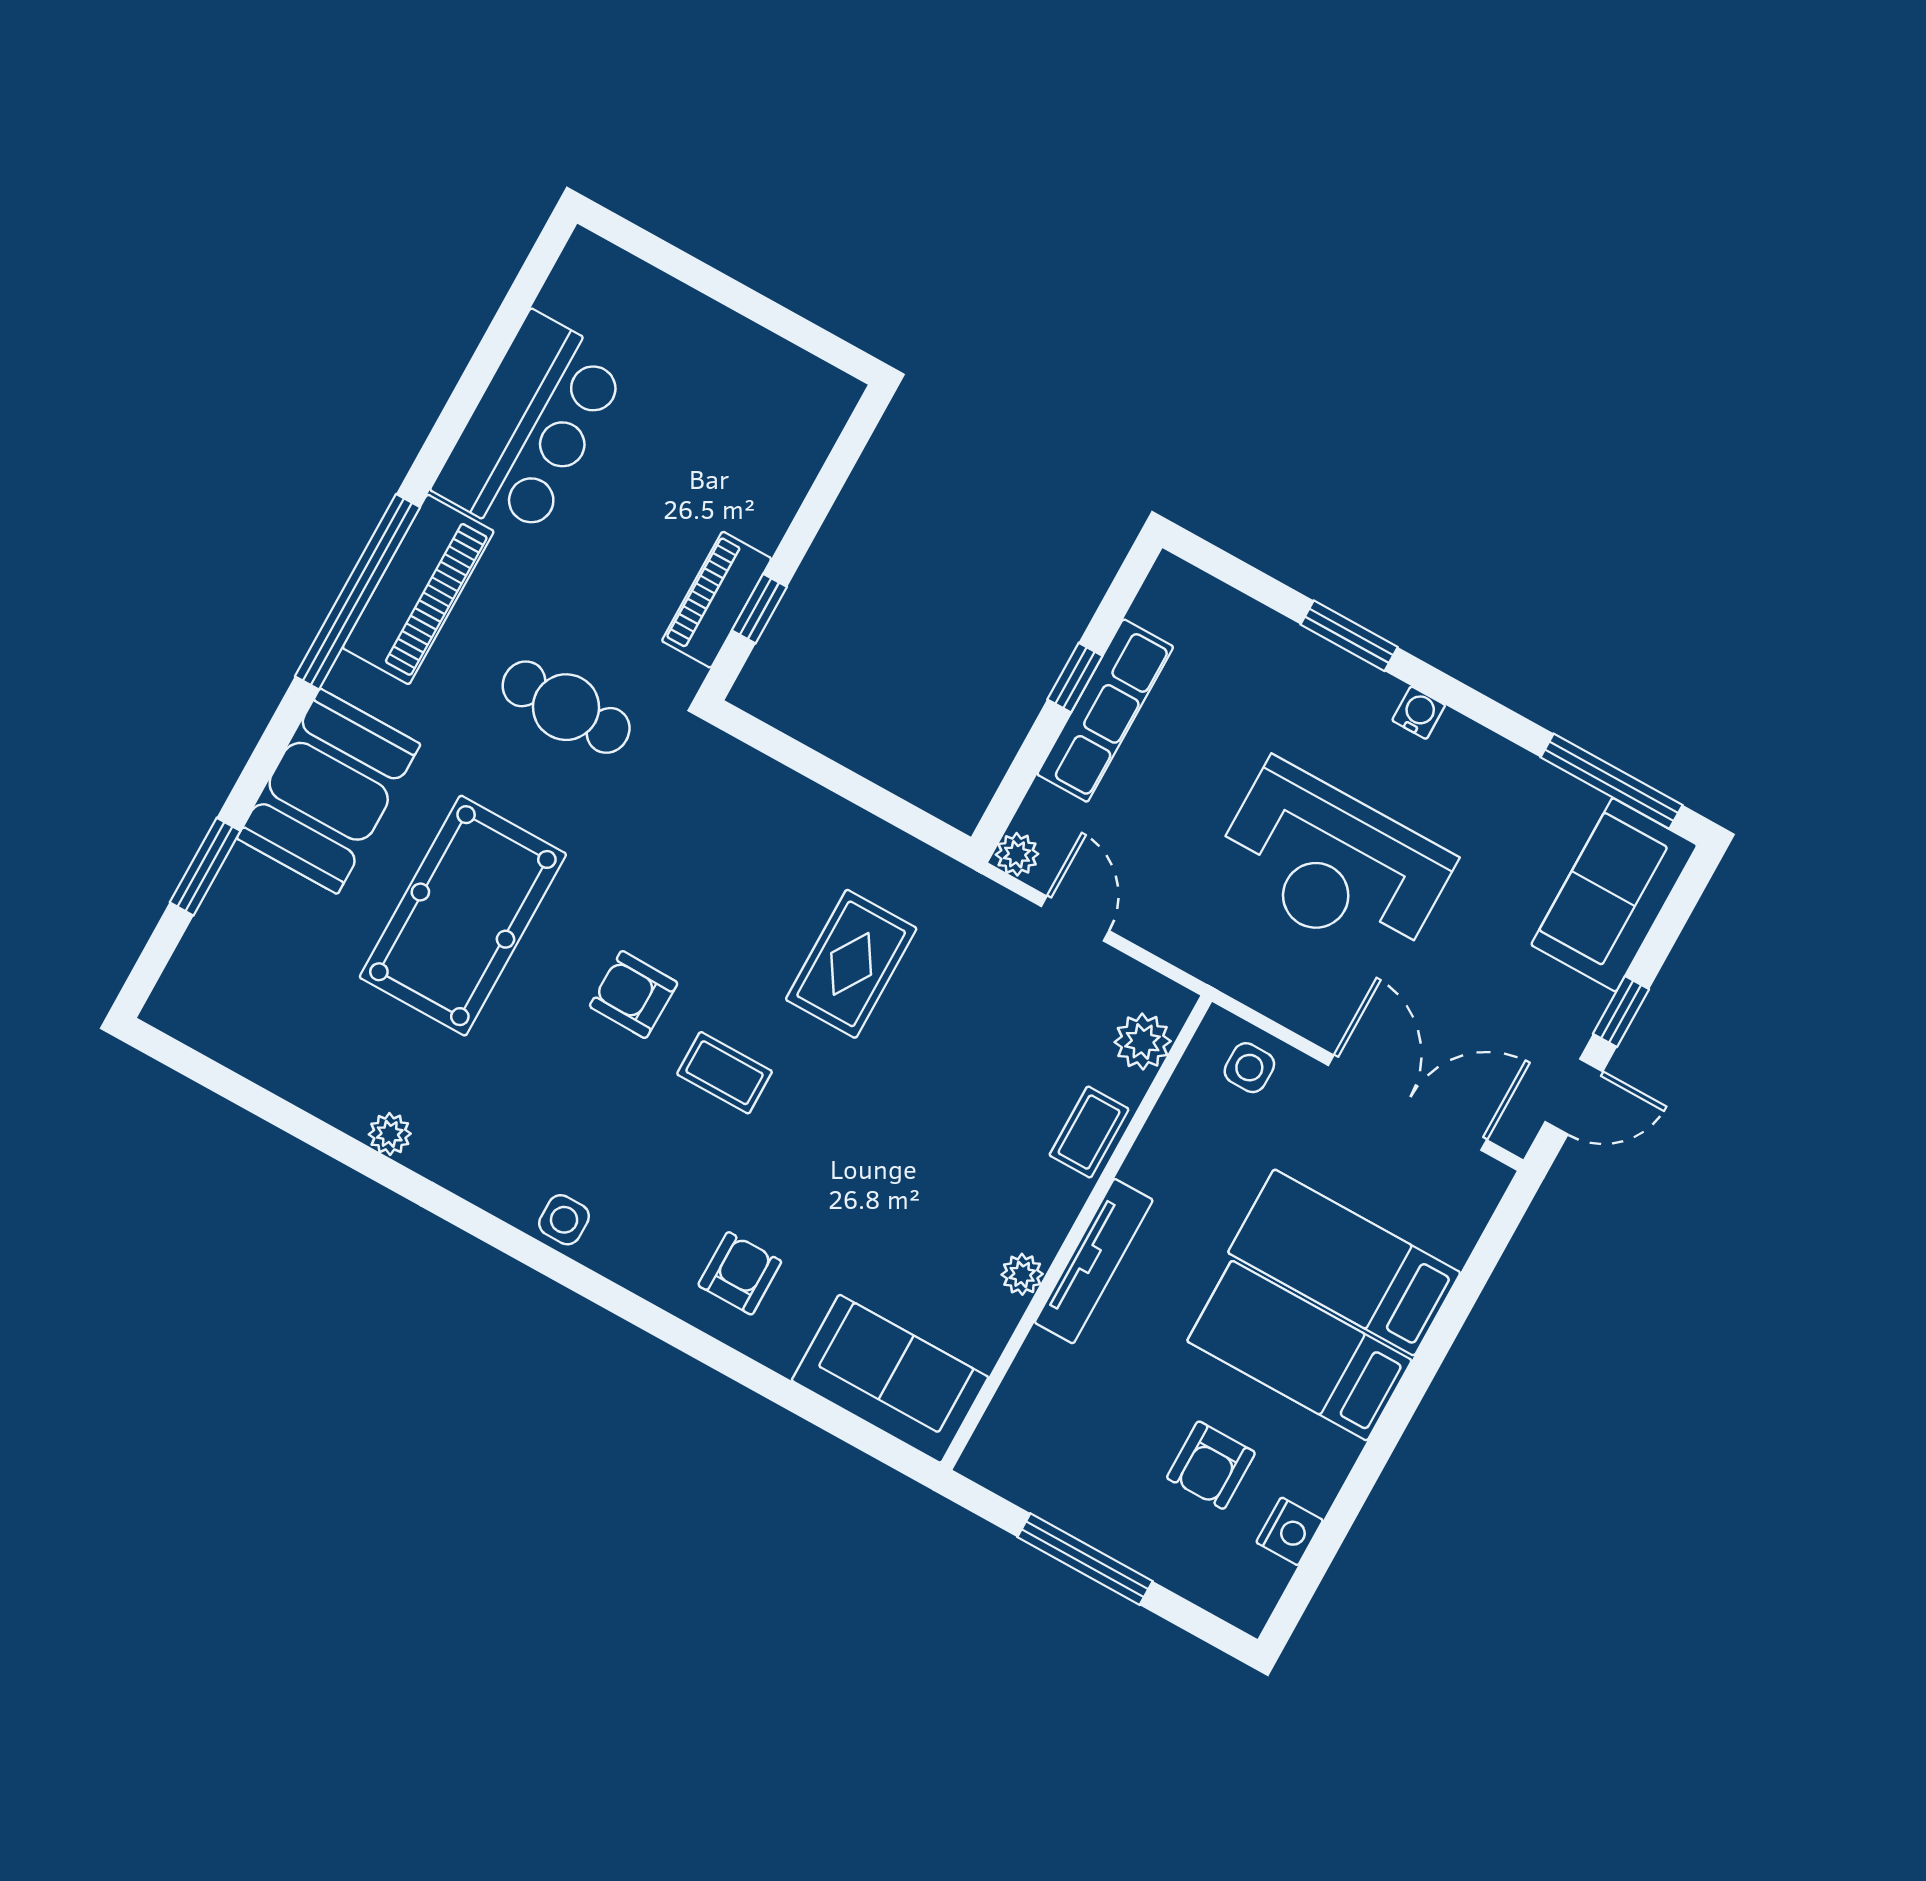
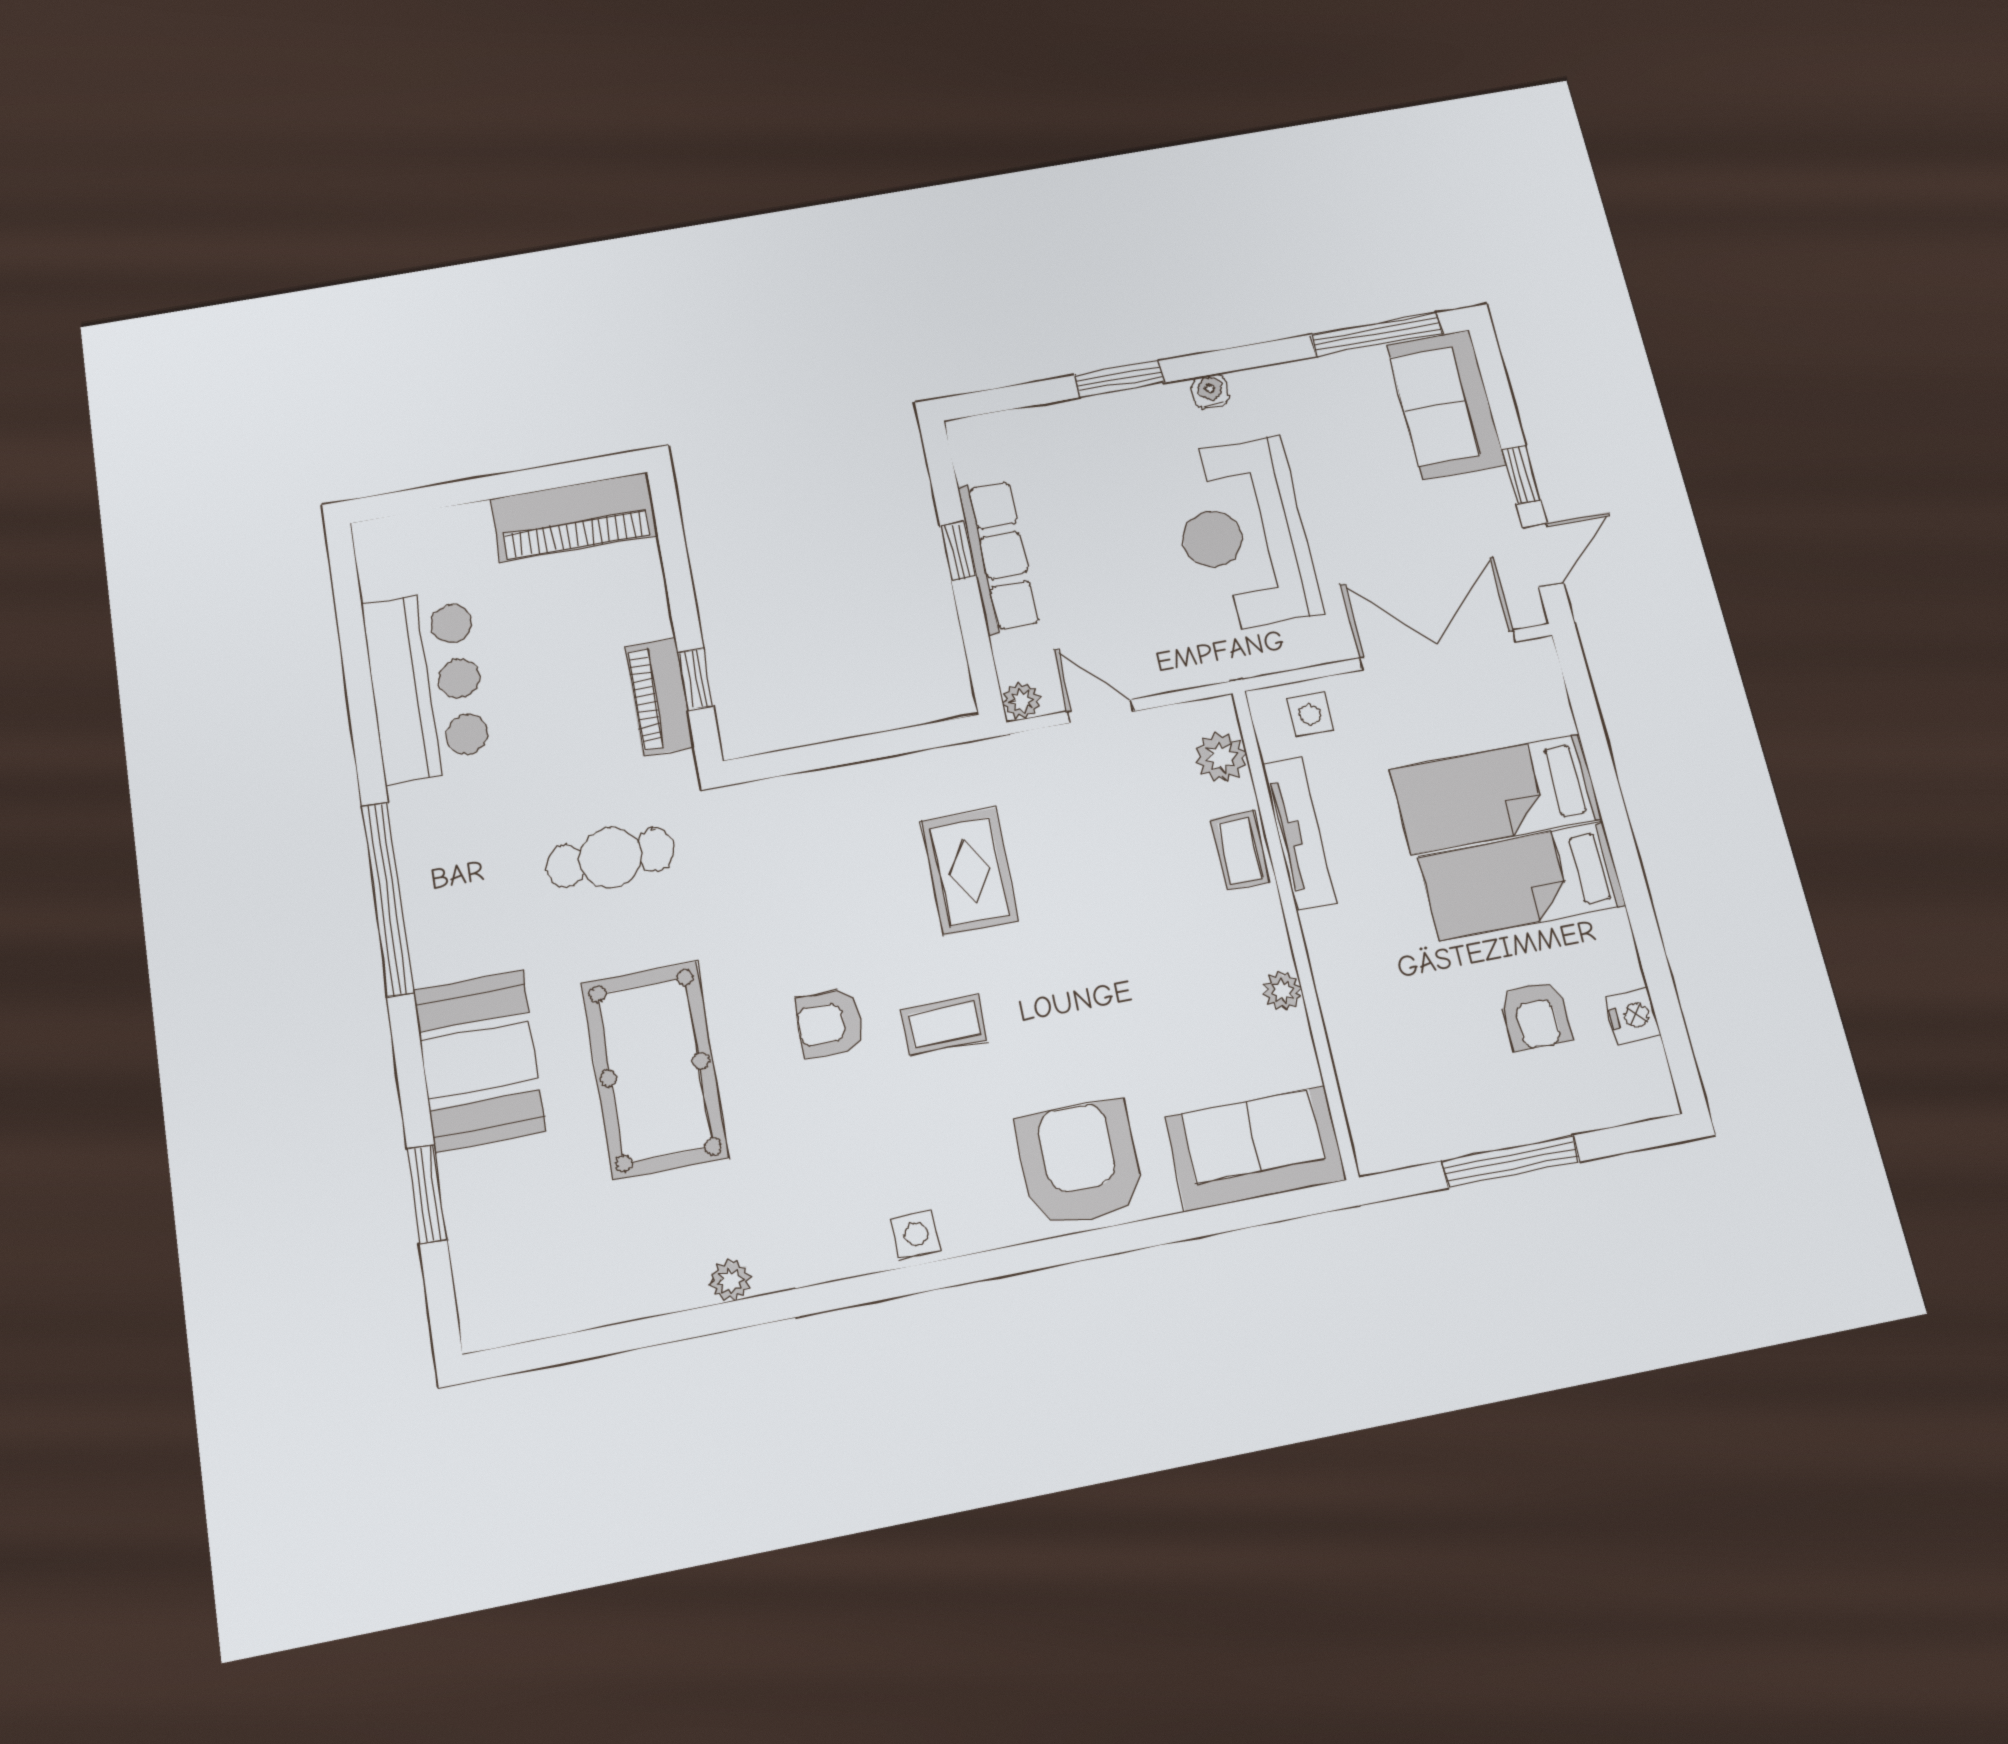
piano: (418, 589) -> (574, 517), moved, turned 90
reception desk: (1333, 865) -> (1243, 534), turned 90
tv unit: (1094, 1261) -> (1299, 833), moved
armchair: (740, 1273) -> (1080, 1164), width x1.88, depth x1.88

